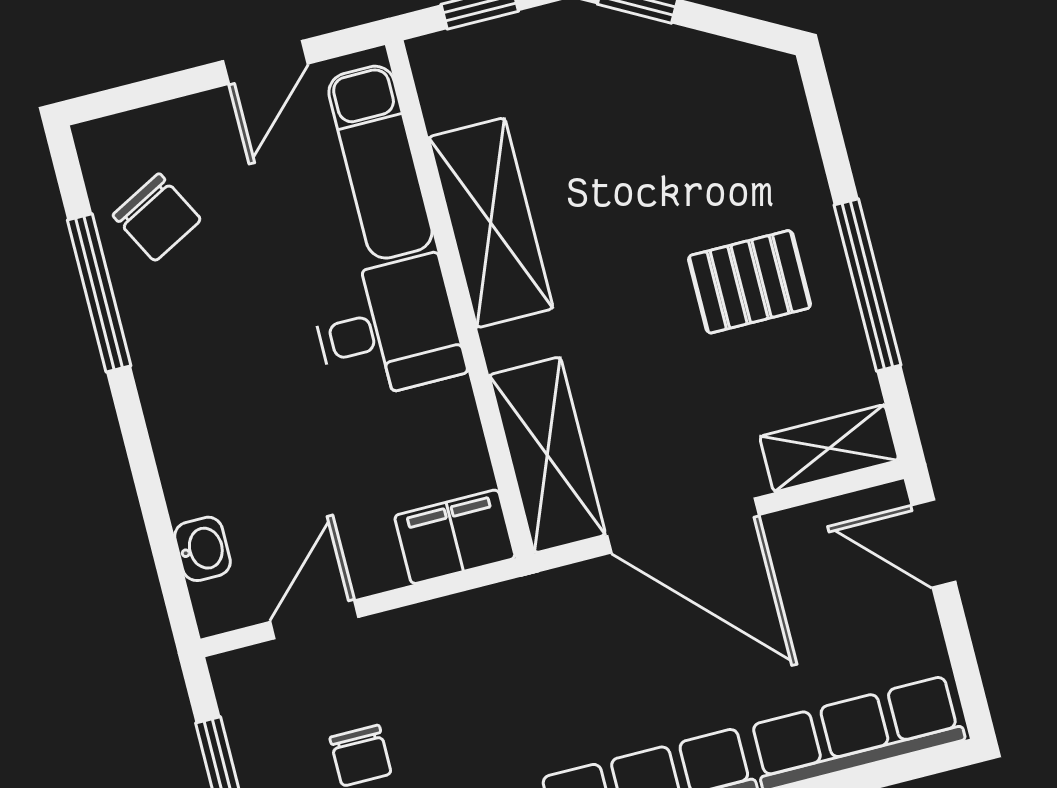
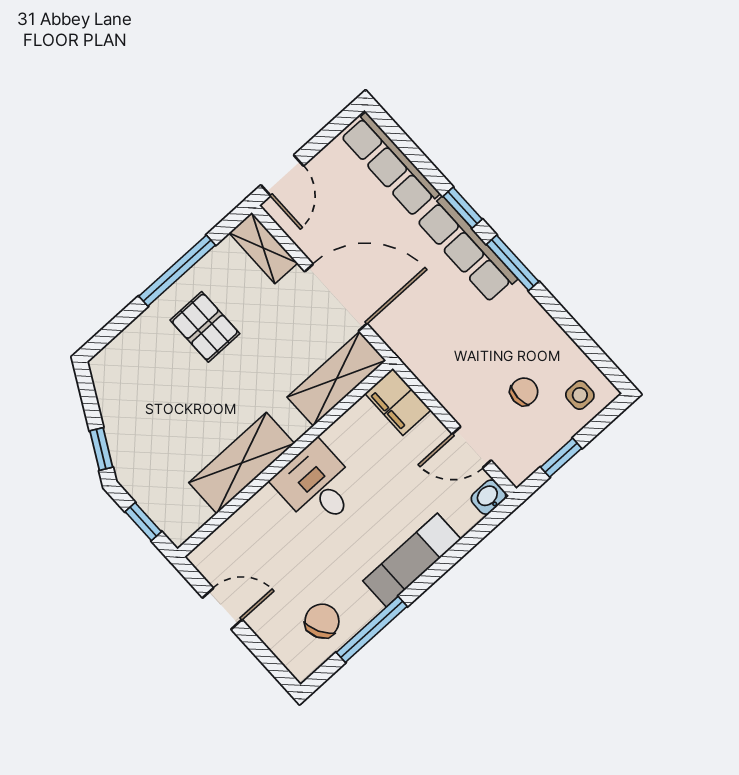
exam couch: (380, 162) -> (412, 560), moved, turned 180
door: (683, 525) -> (336, 298), hinge flipped
washbasin: (203, 549) -> (489, 497), moved

